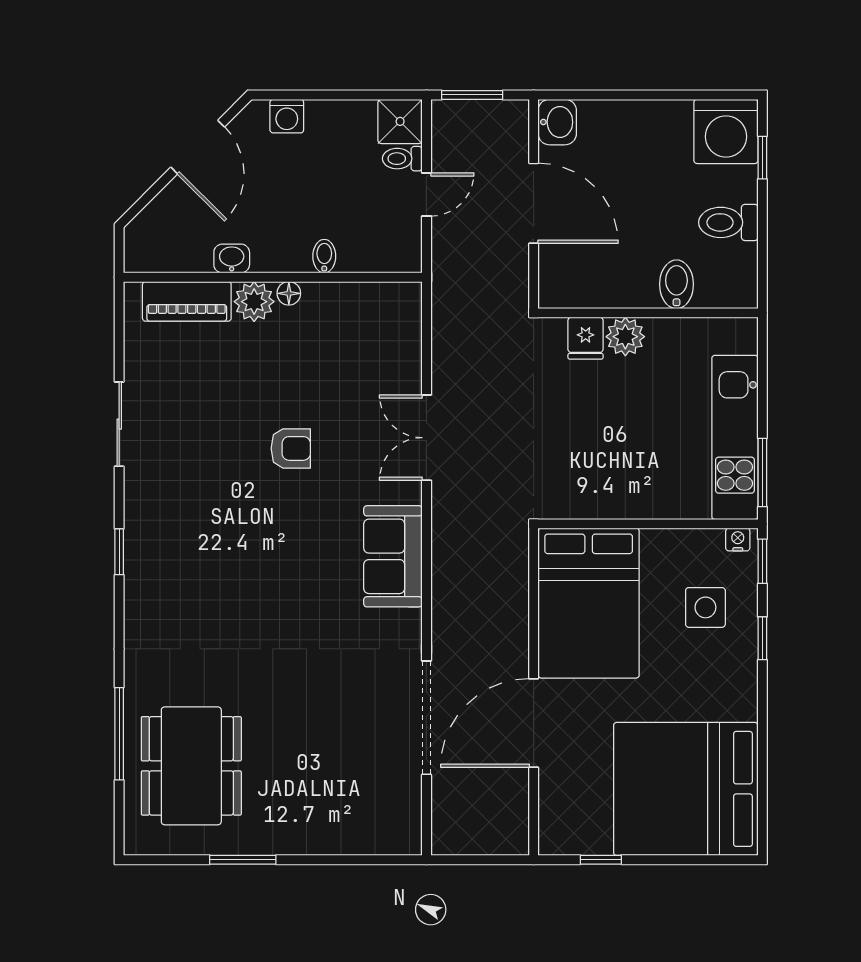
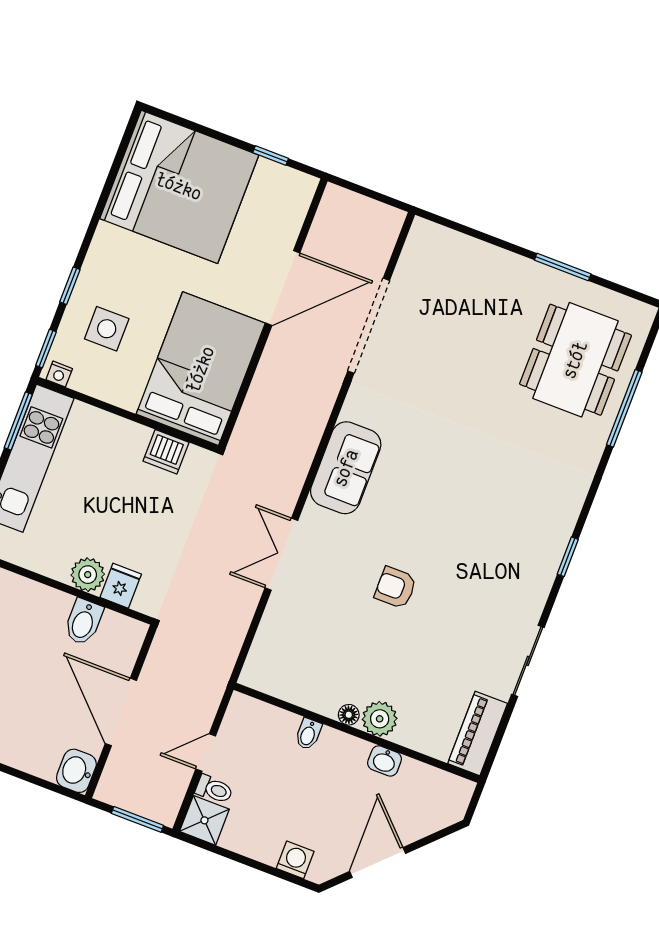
bidet: (676, 284) -> (83, 622), moved
piano: (187, 301) -> (478, 733), moved, turned -90
double door: (426, 438) -> (281, 554), swing flipped
dishwasher: (592, 500) -> (166, 452), added

